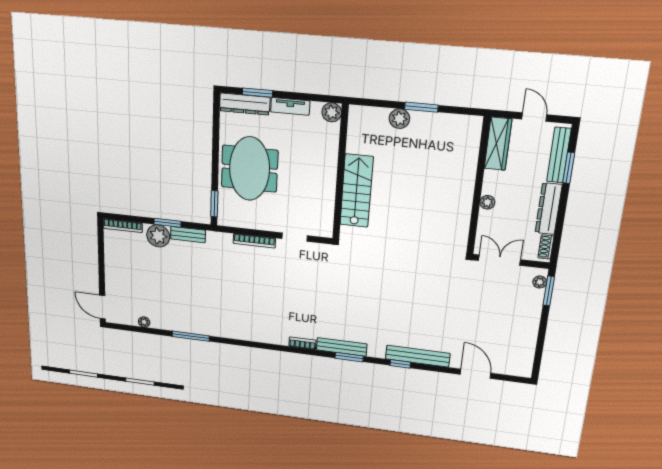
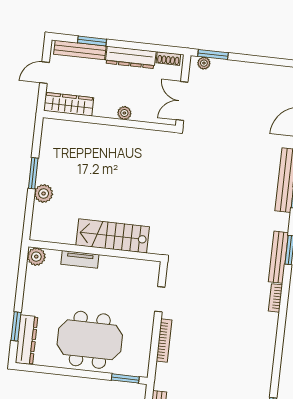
tv unit: (290, 106) -> (80, 259), moved, turned 90

